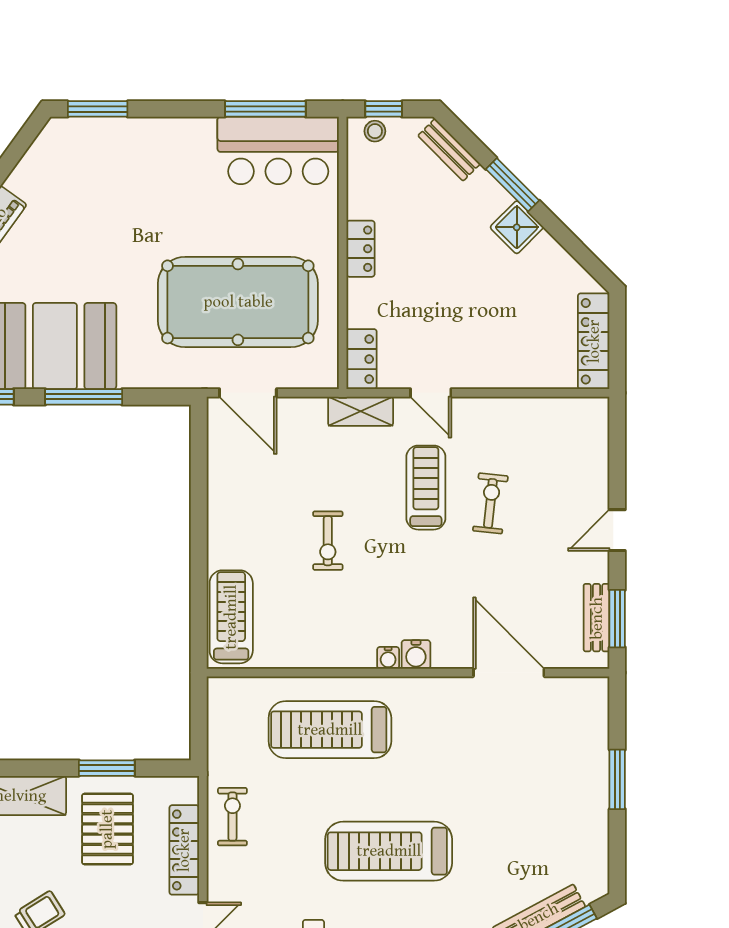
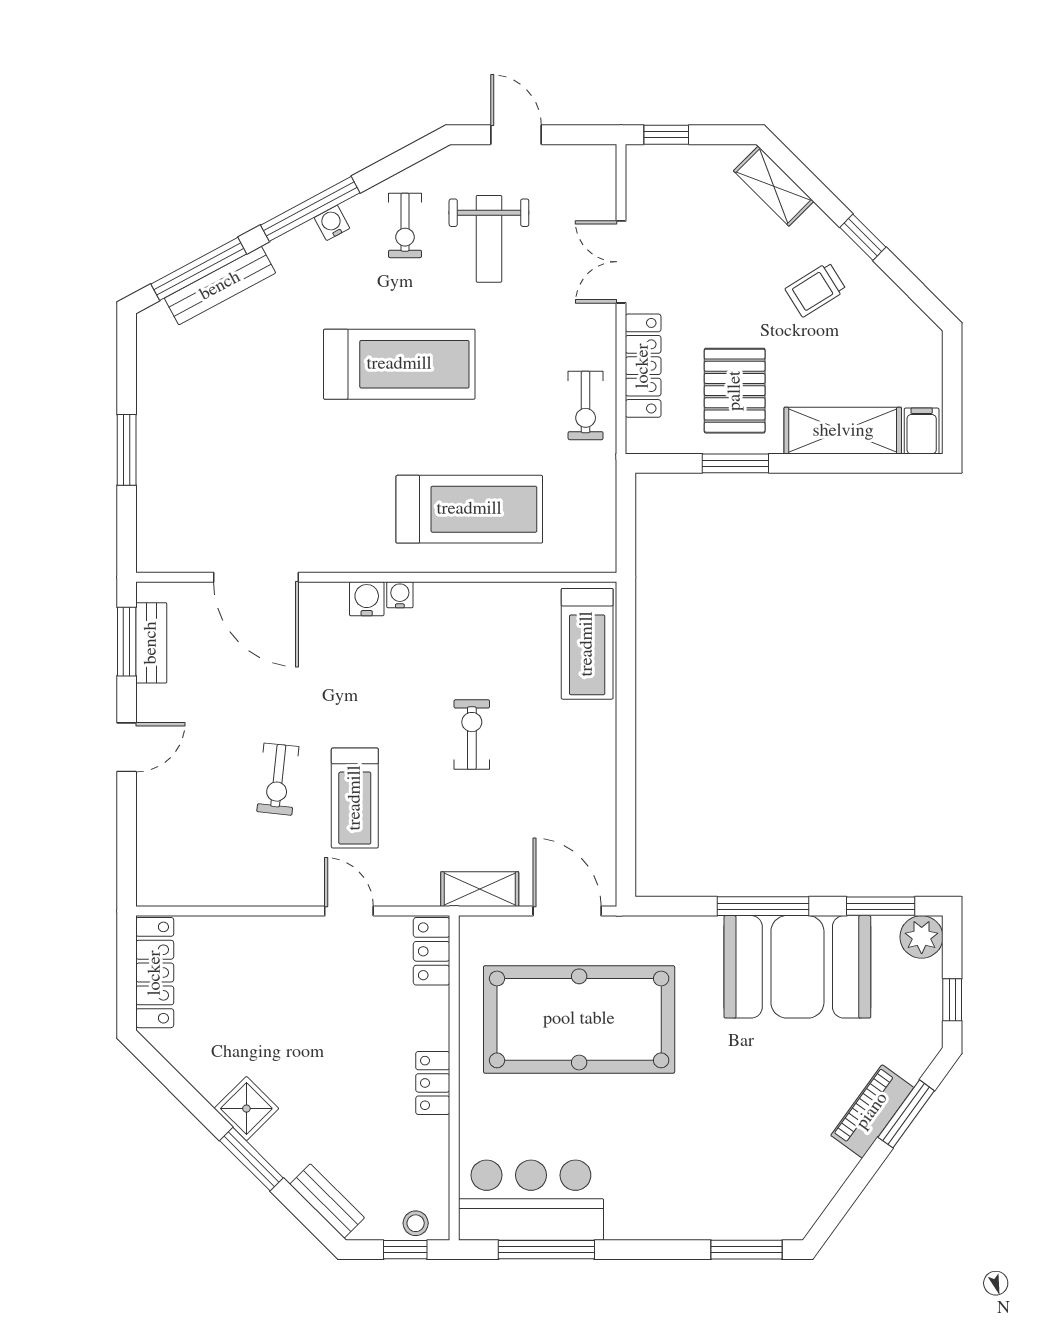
shelving: (361, 411) -> (480, 889), moved

